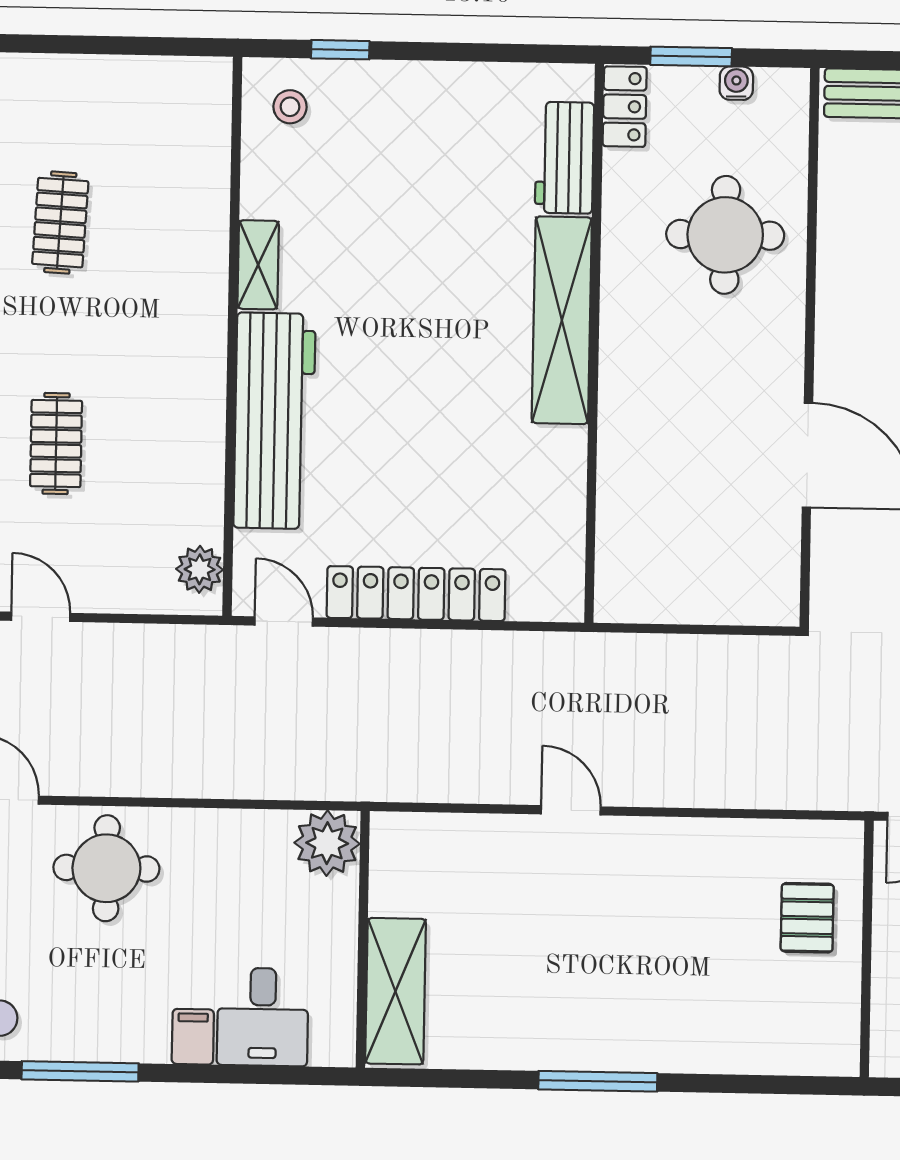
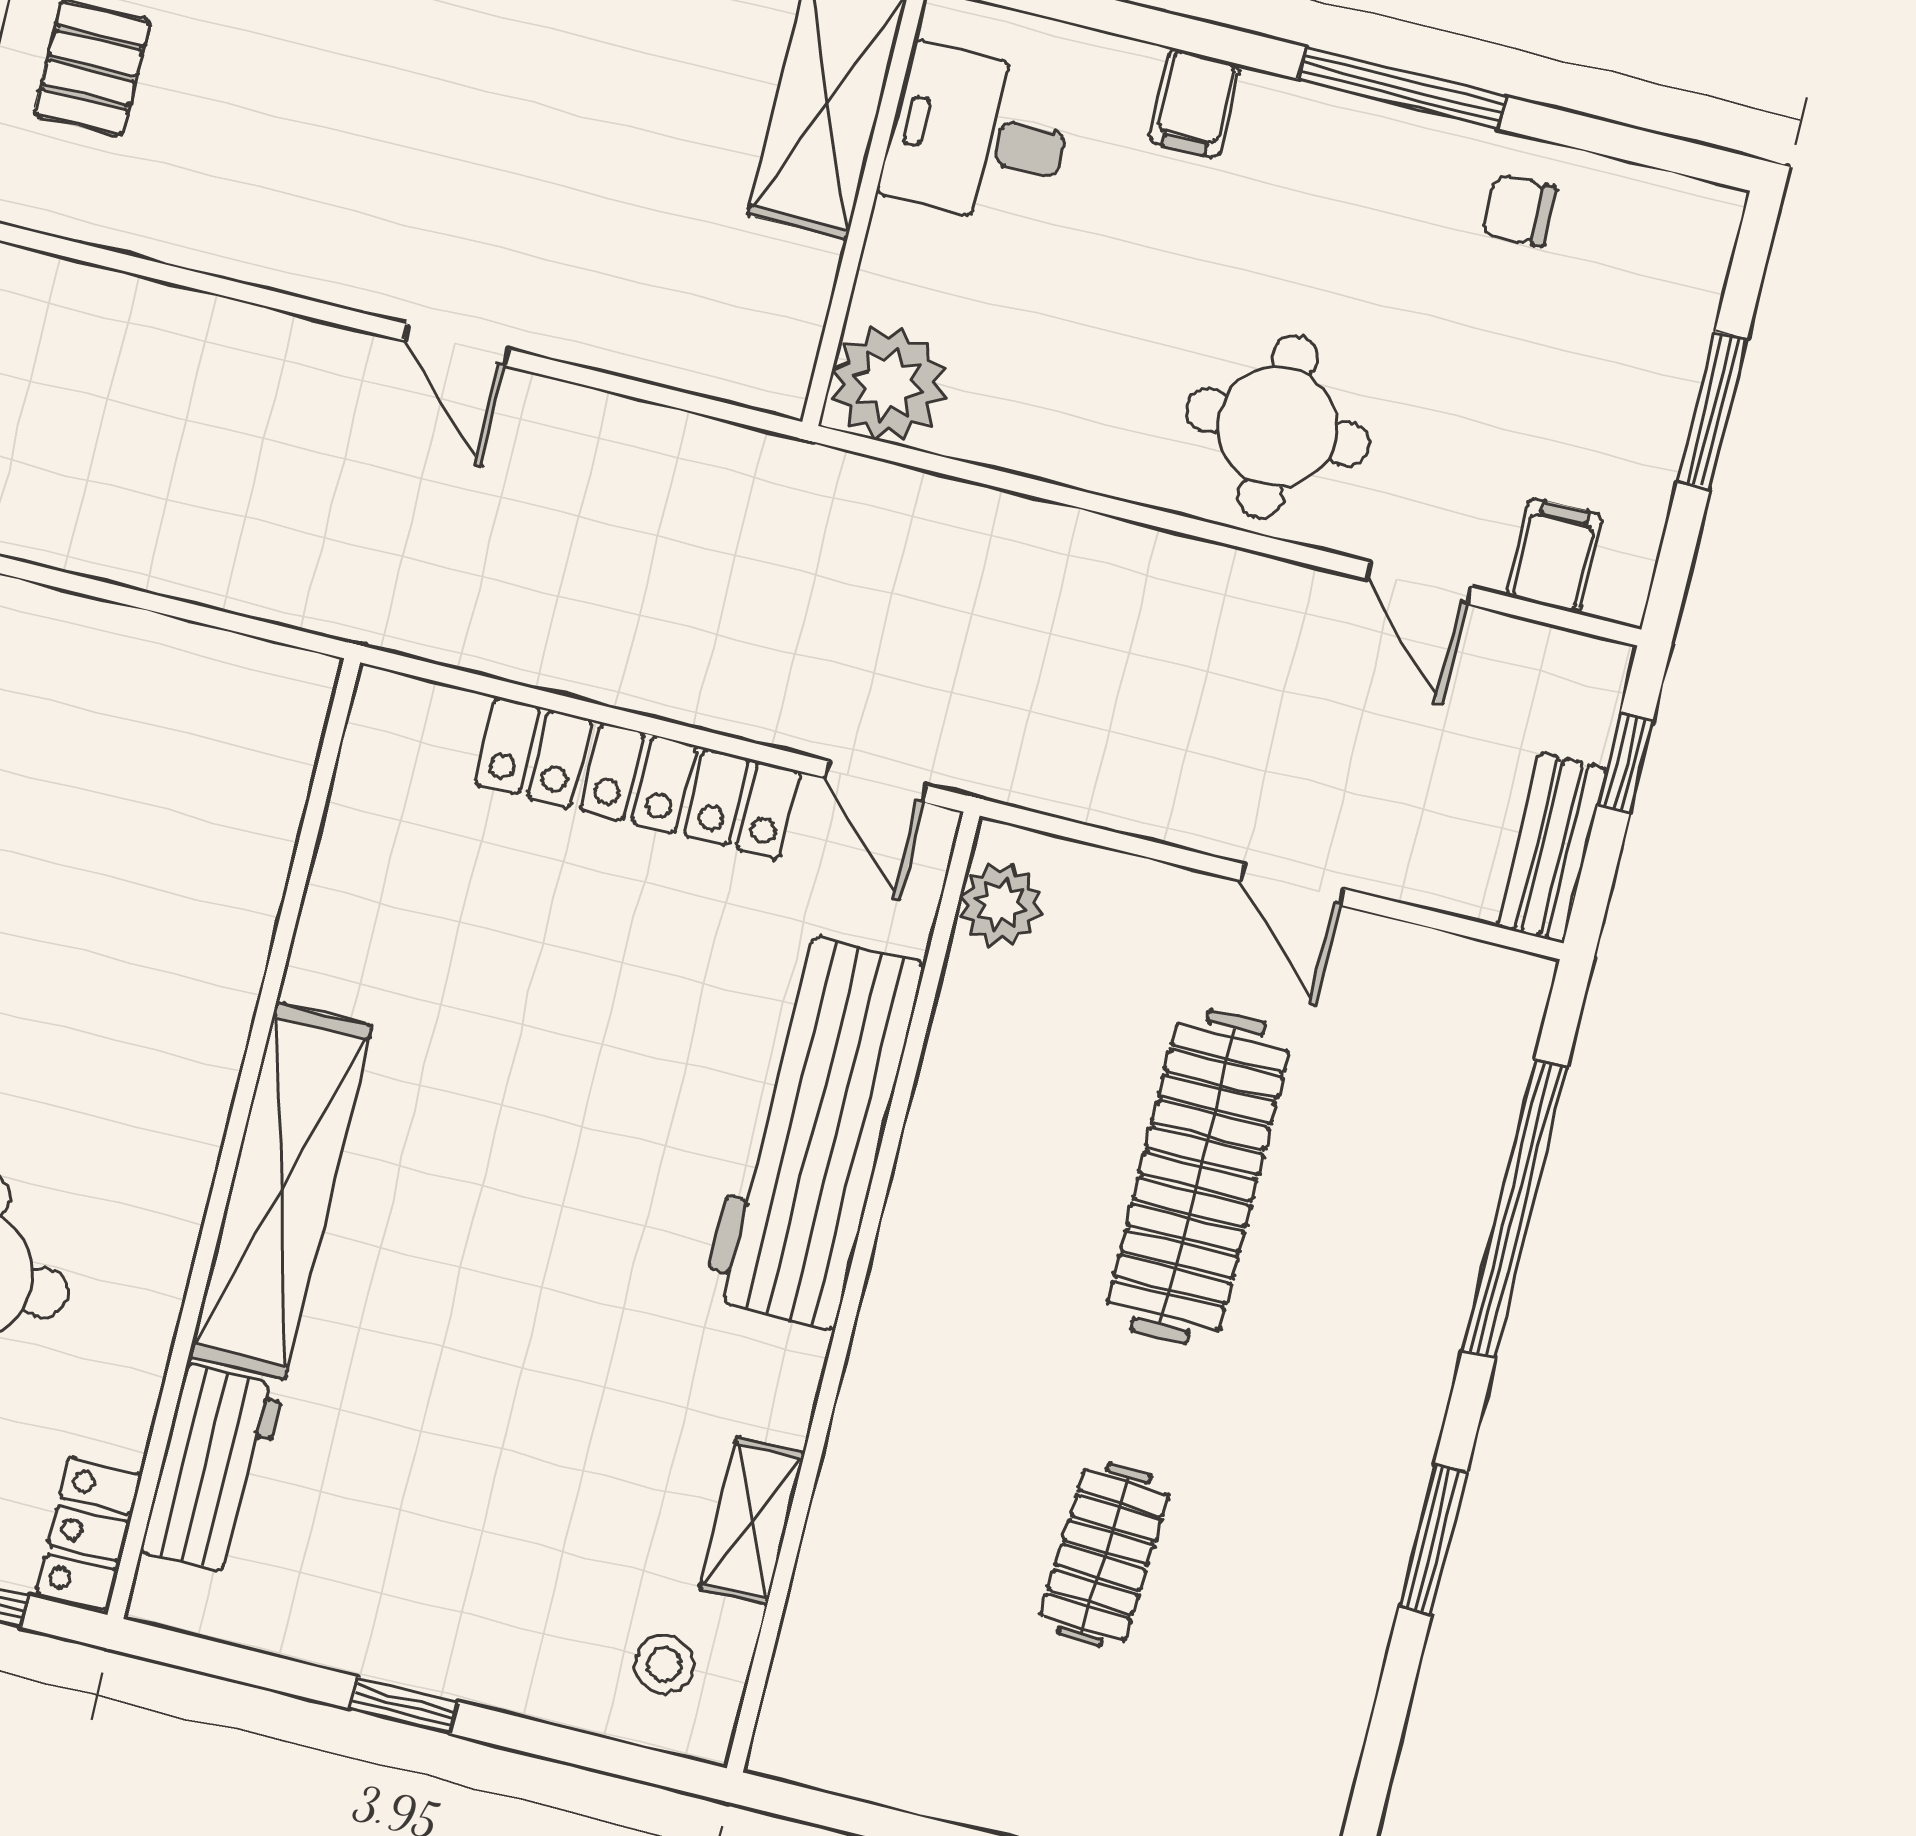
window: (340, 50) -> (404, 1705), moved
shelving: (258, 265) -> (752, 1521), moved
clothes rail: (56, 444) -> (1198, 1177), width x1.86, depth x1.31
desk: (263, 1017) -> (978, 136), moved, turned -90

